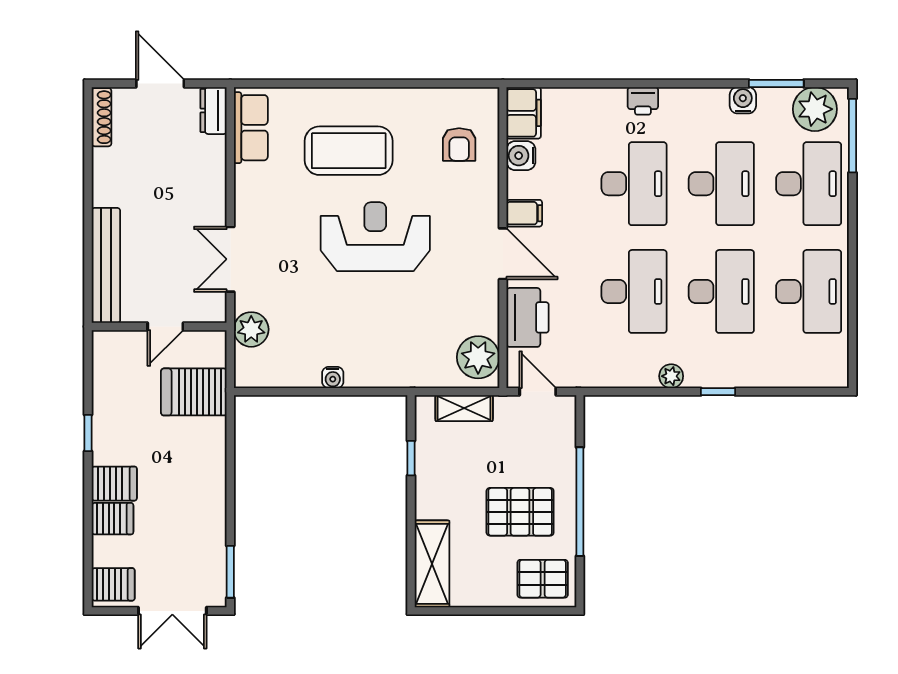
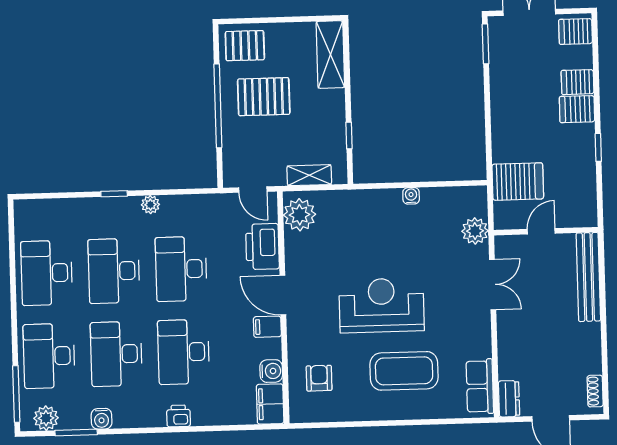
plant: (815, 109) -> (46, 418), width x0.73, depth x0.73
shoe rack: (101, 117) -> (595, 391), width x0.70
reception desk: (375, 237) -> (382, 305), turned 180

